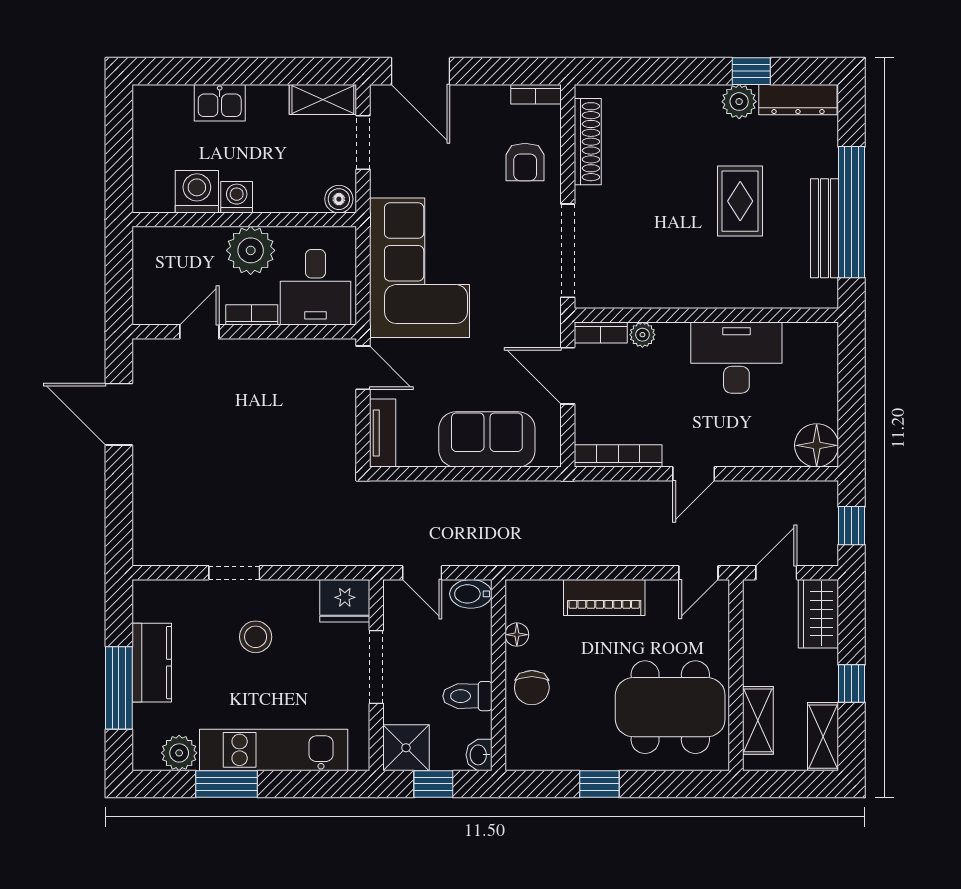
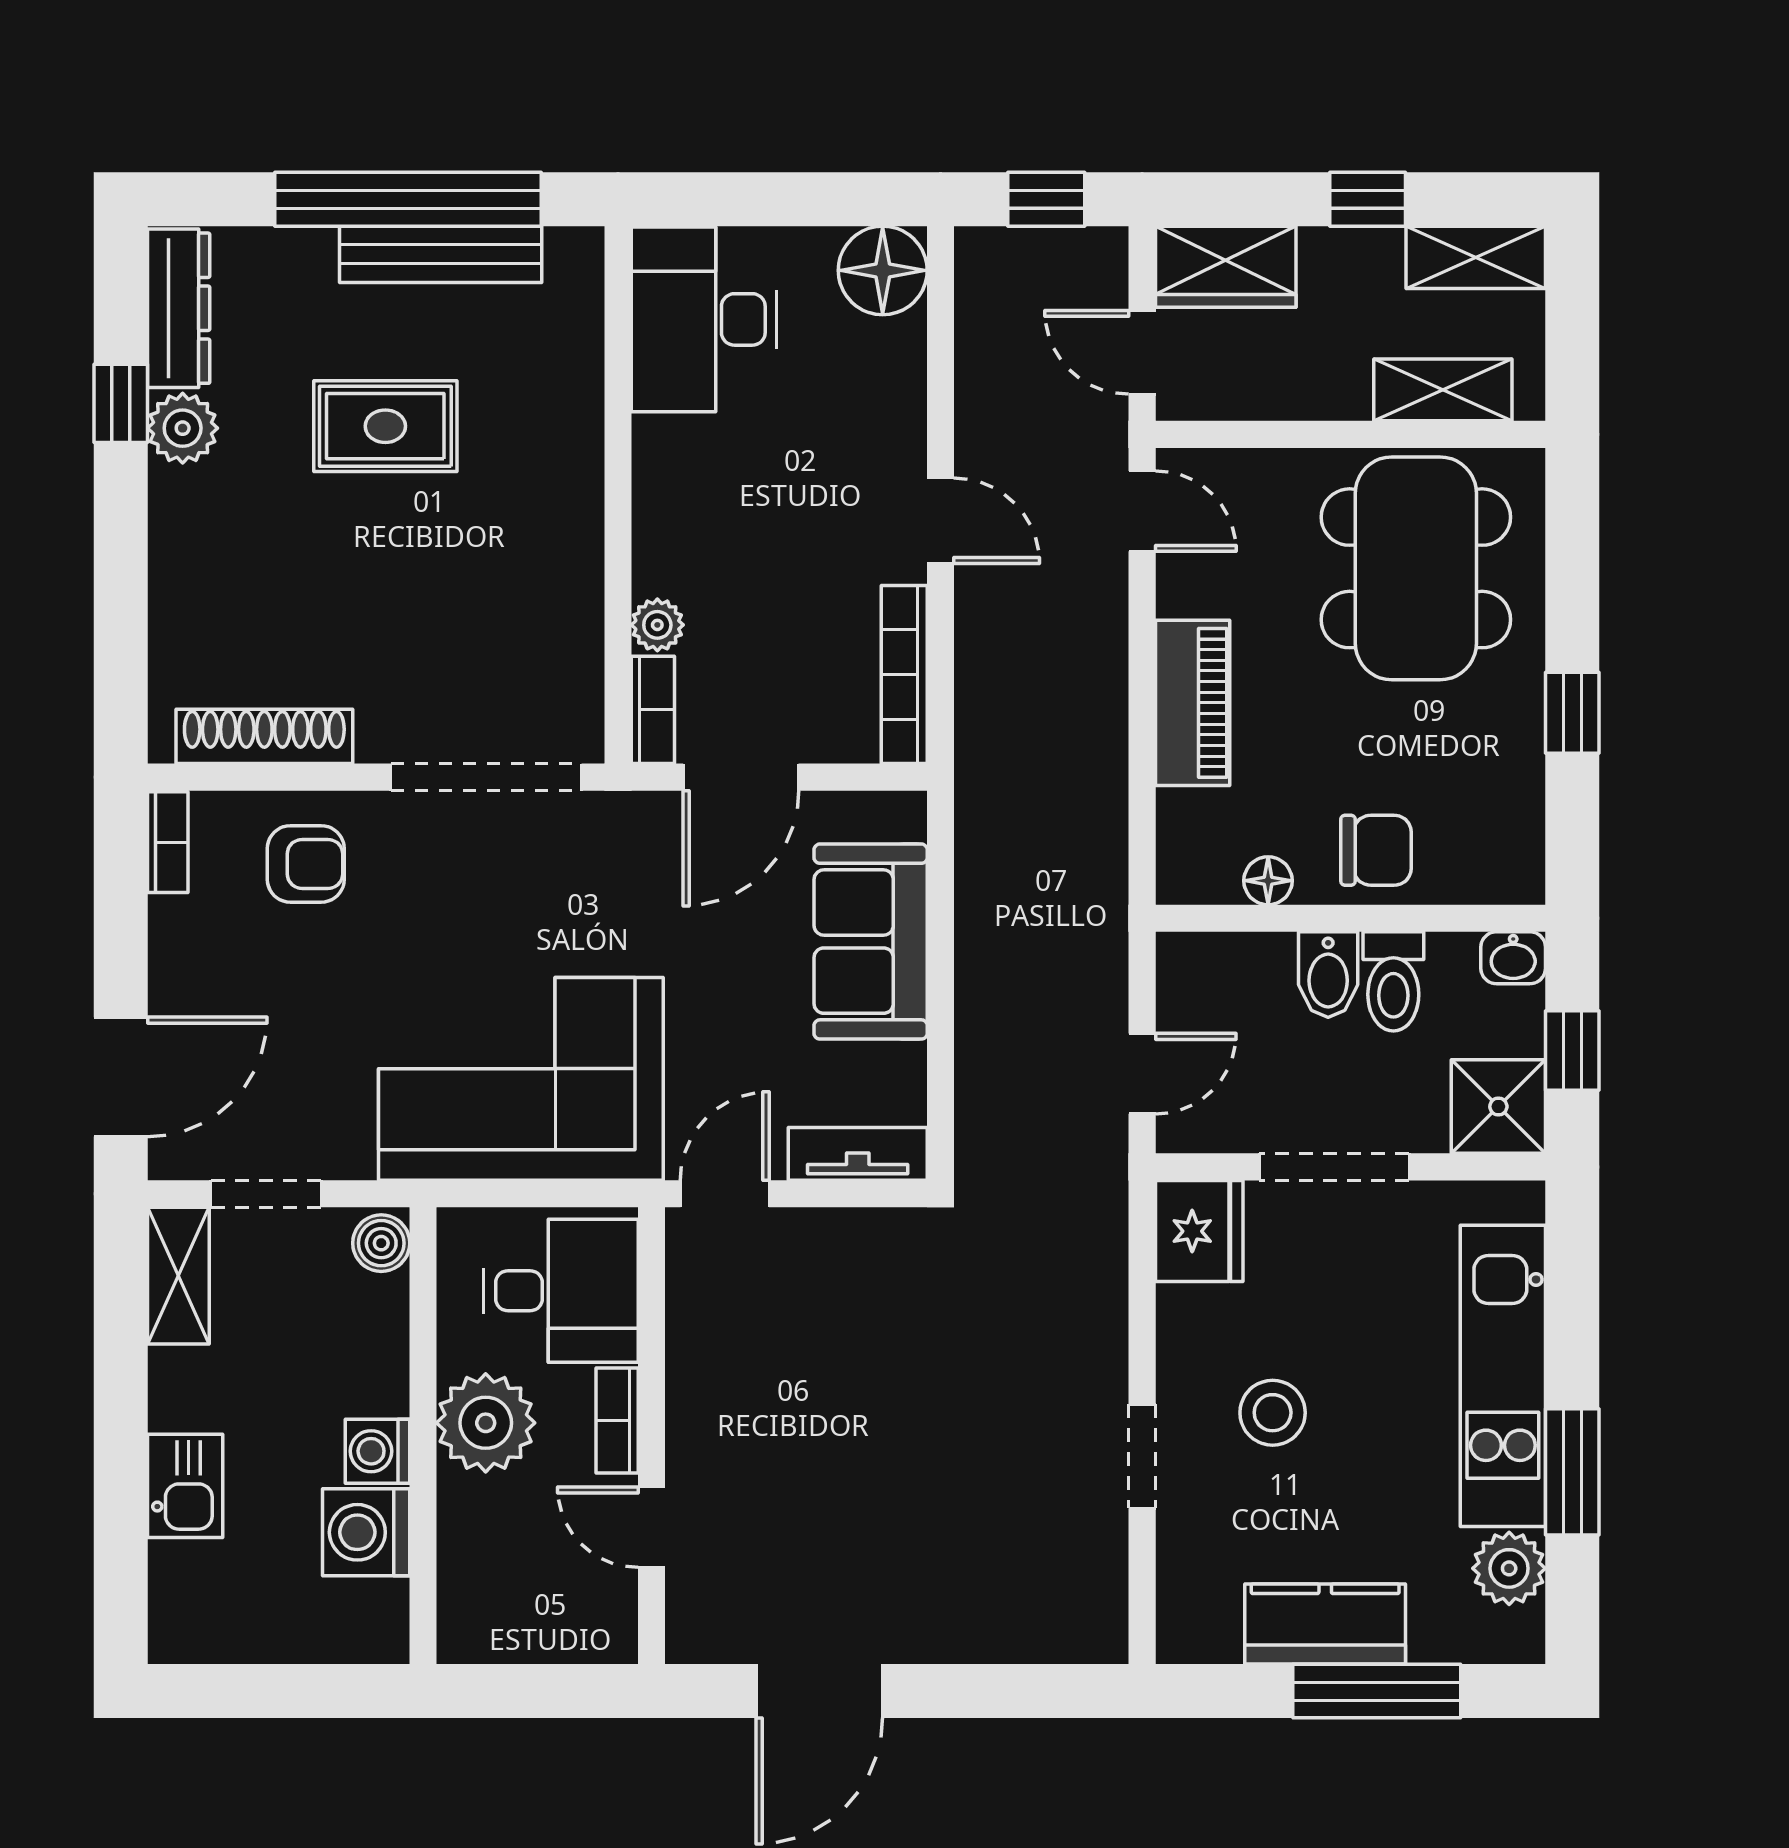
desk: (736, 358) -> (704, 319), moved
bidet: (471, 594) -> (1328, 975), moved

